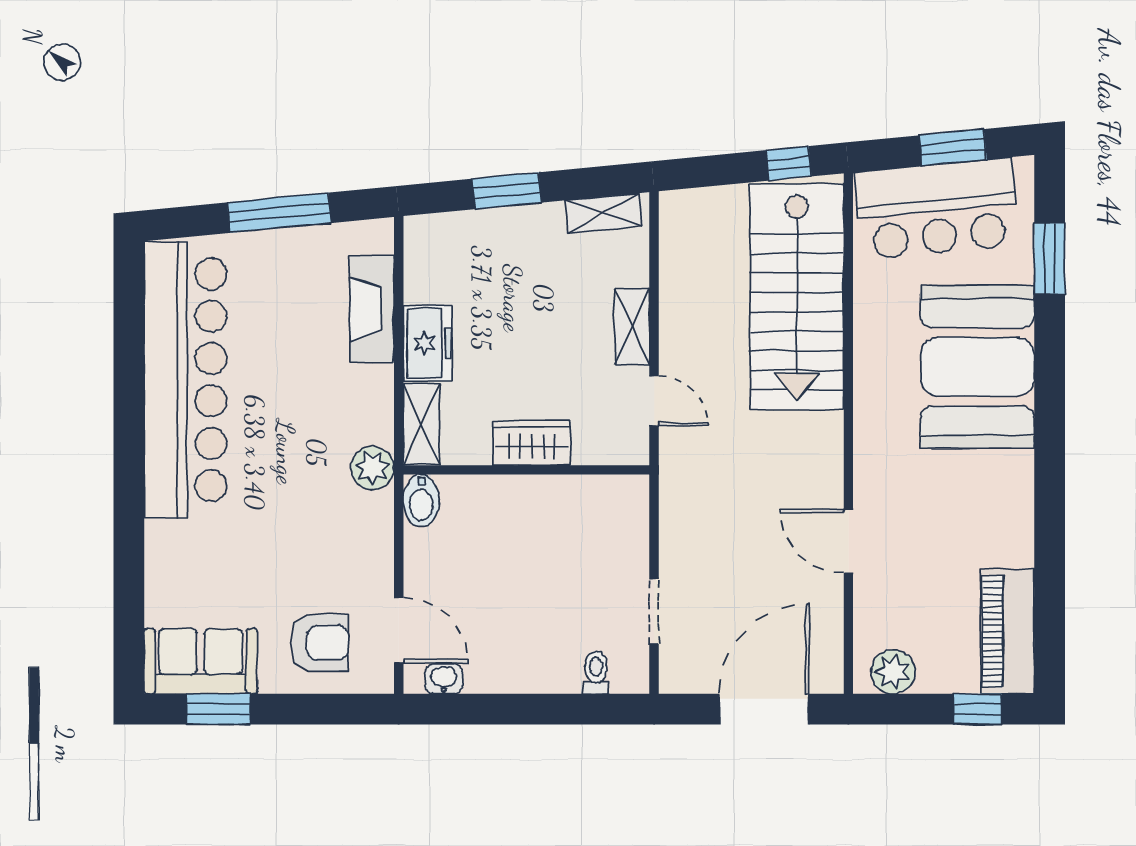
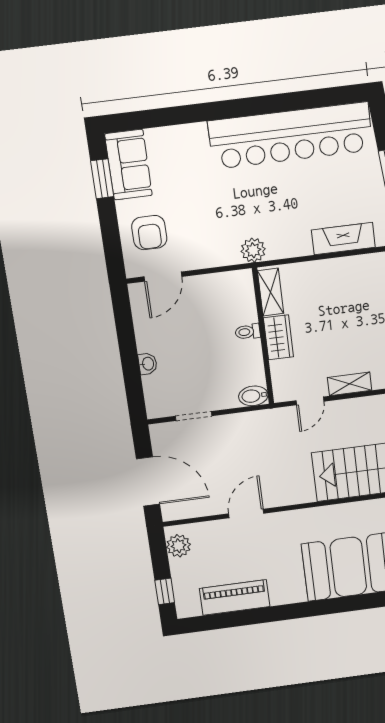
freezer: (428, 343) -> (328, 273), removed
shelving: (422, 425) -> (271, 292), moved, turned 90
bidet: (421, 501) -> (253, 396), moved
piano: (1007, 632) -> (235, 597), moved
toilet: (596, 673) -> (248, 332), moved, turned 180
washbasin: (444, 679) -> (148, 364), moved

